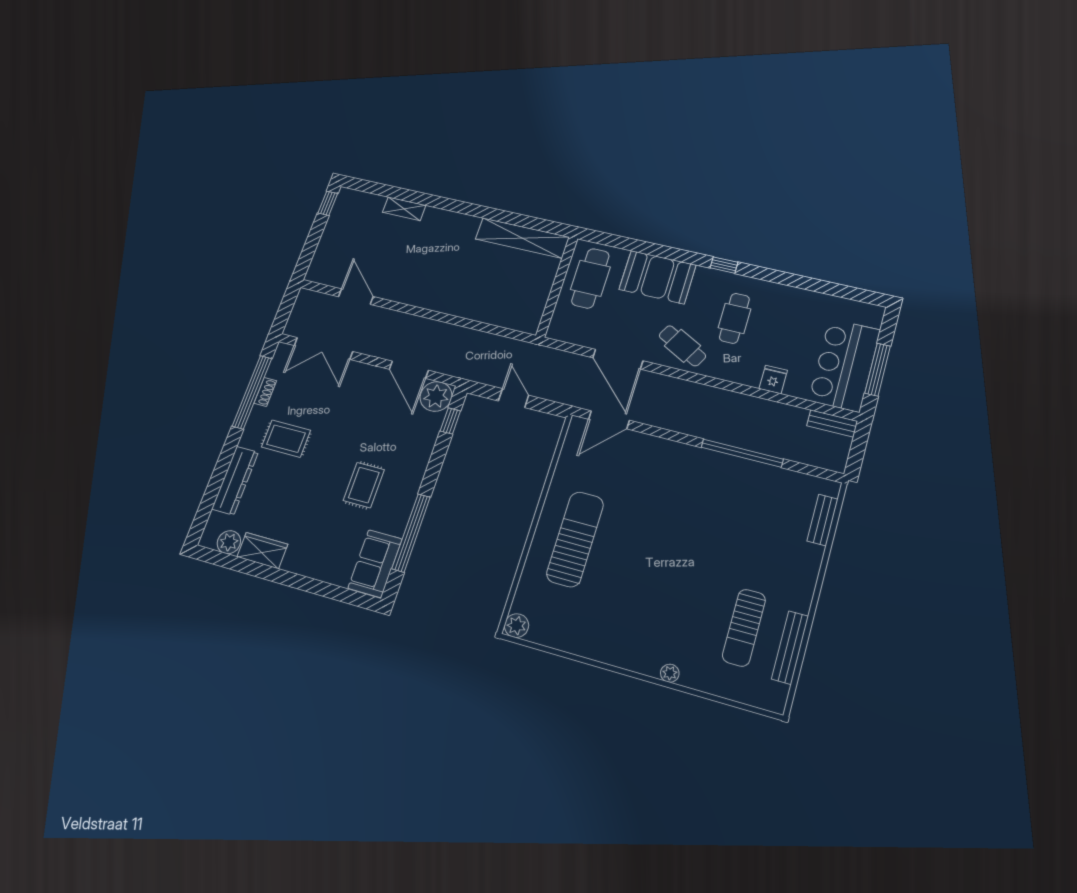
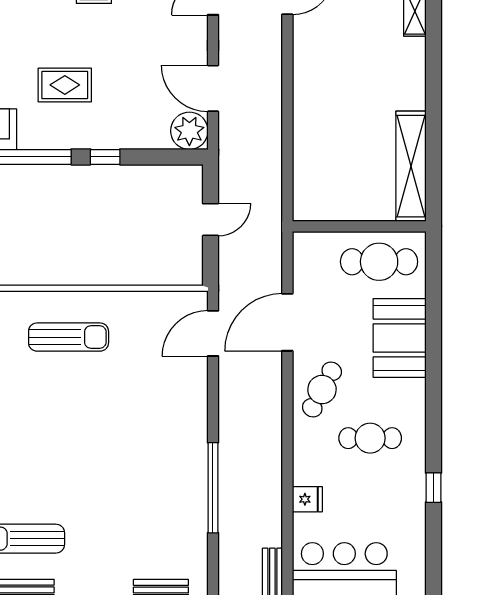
window: (724, 265) -> (433, 488), moved
door: (409, 370) -> (213, 88), hinge flipped
door: (609, 420) -> (213, 333), hinge flipped
window: (450, 421) -> (105, 157), moved
sun lounger: (575, 539) -> (69, 337), width x0.73, depth x0.75

